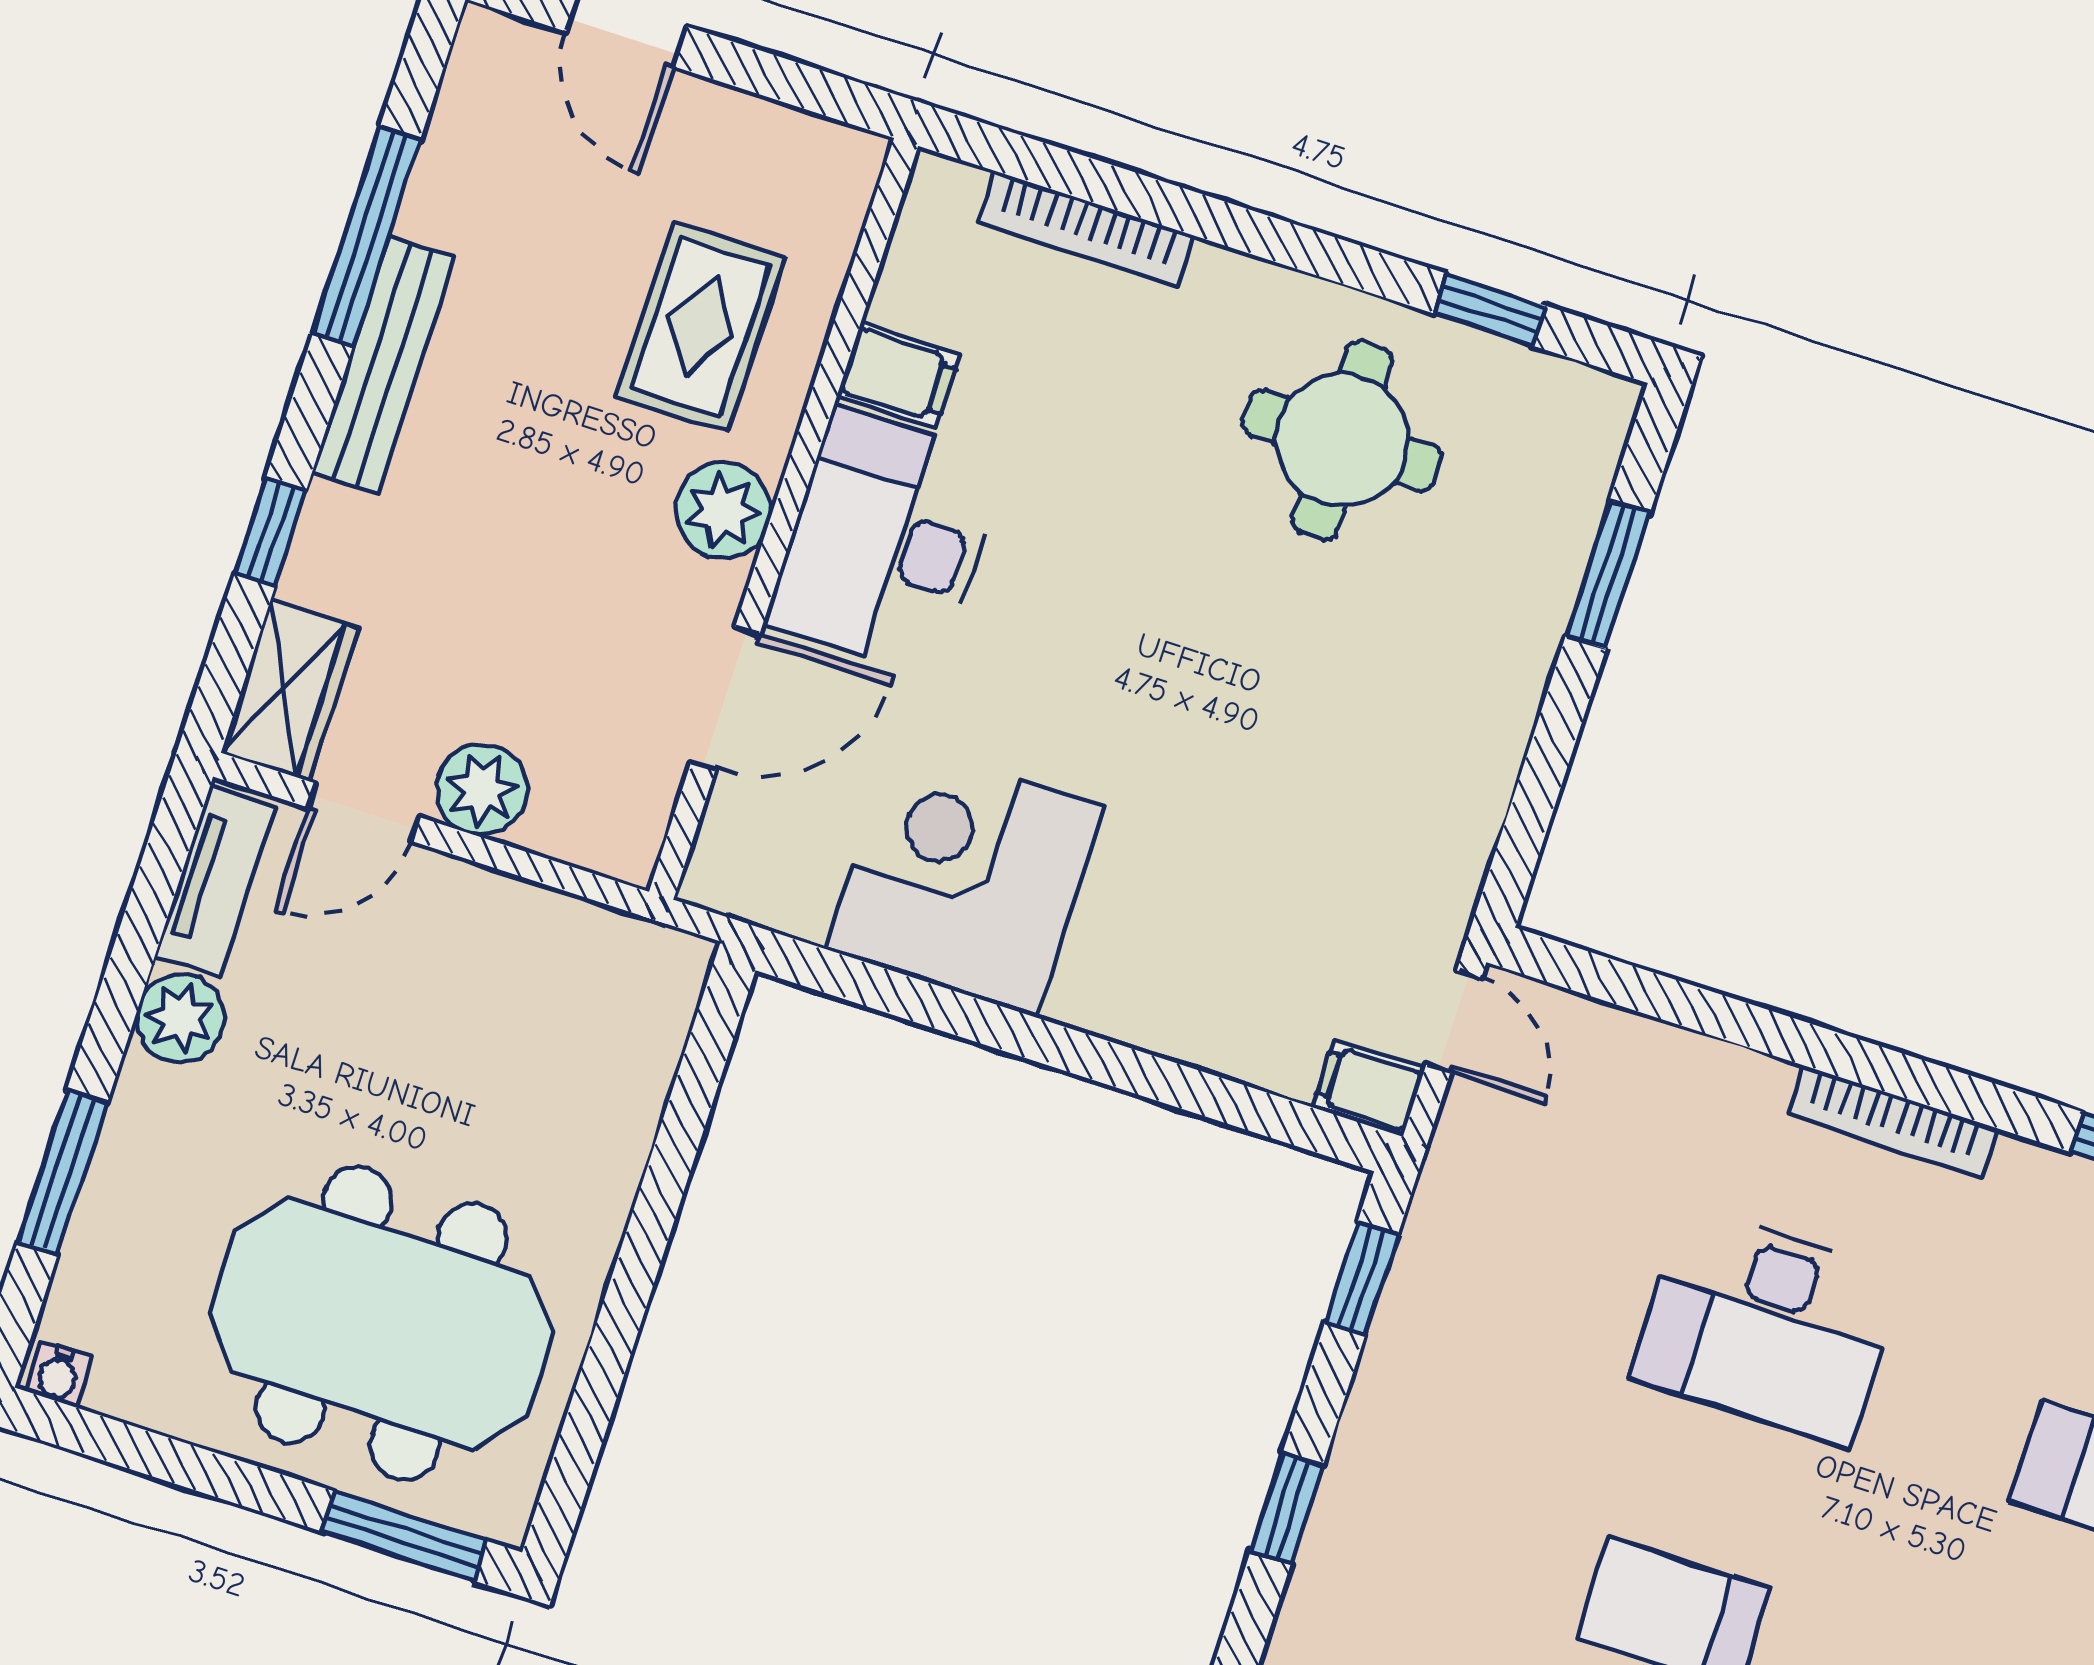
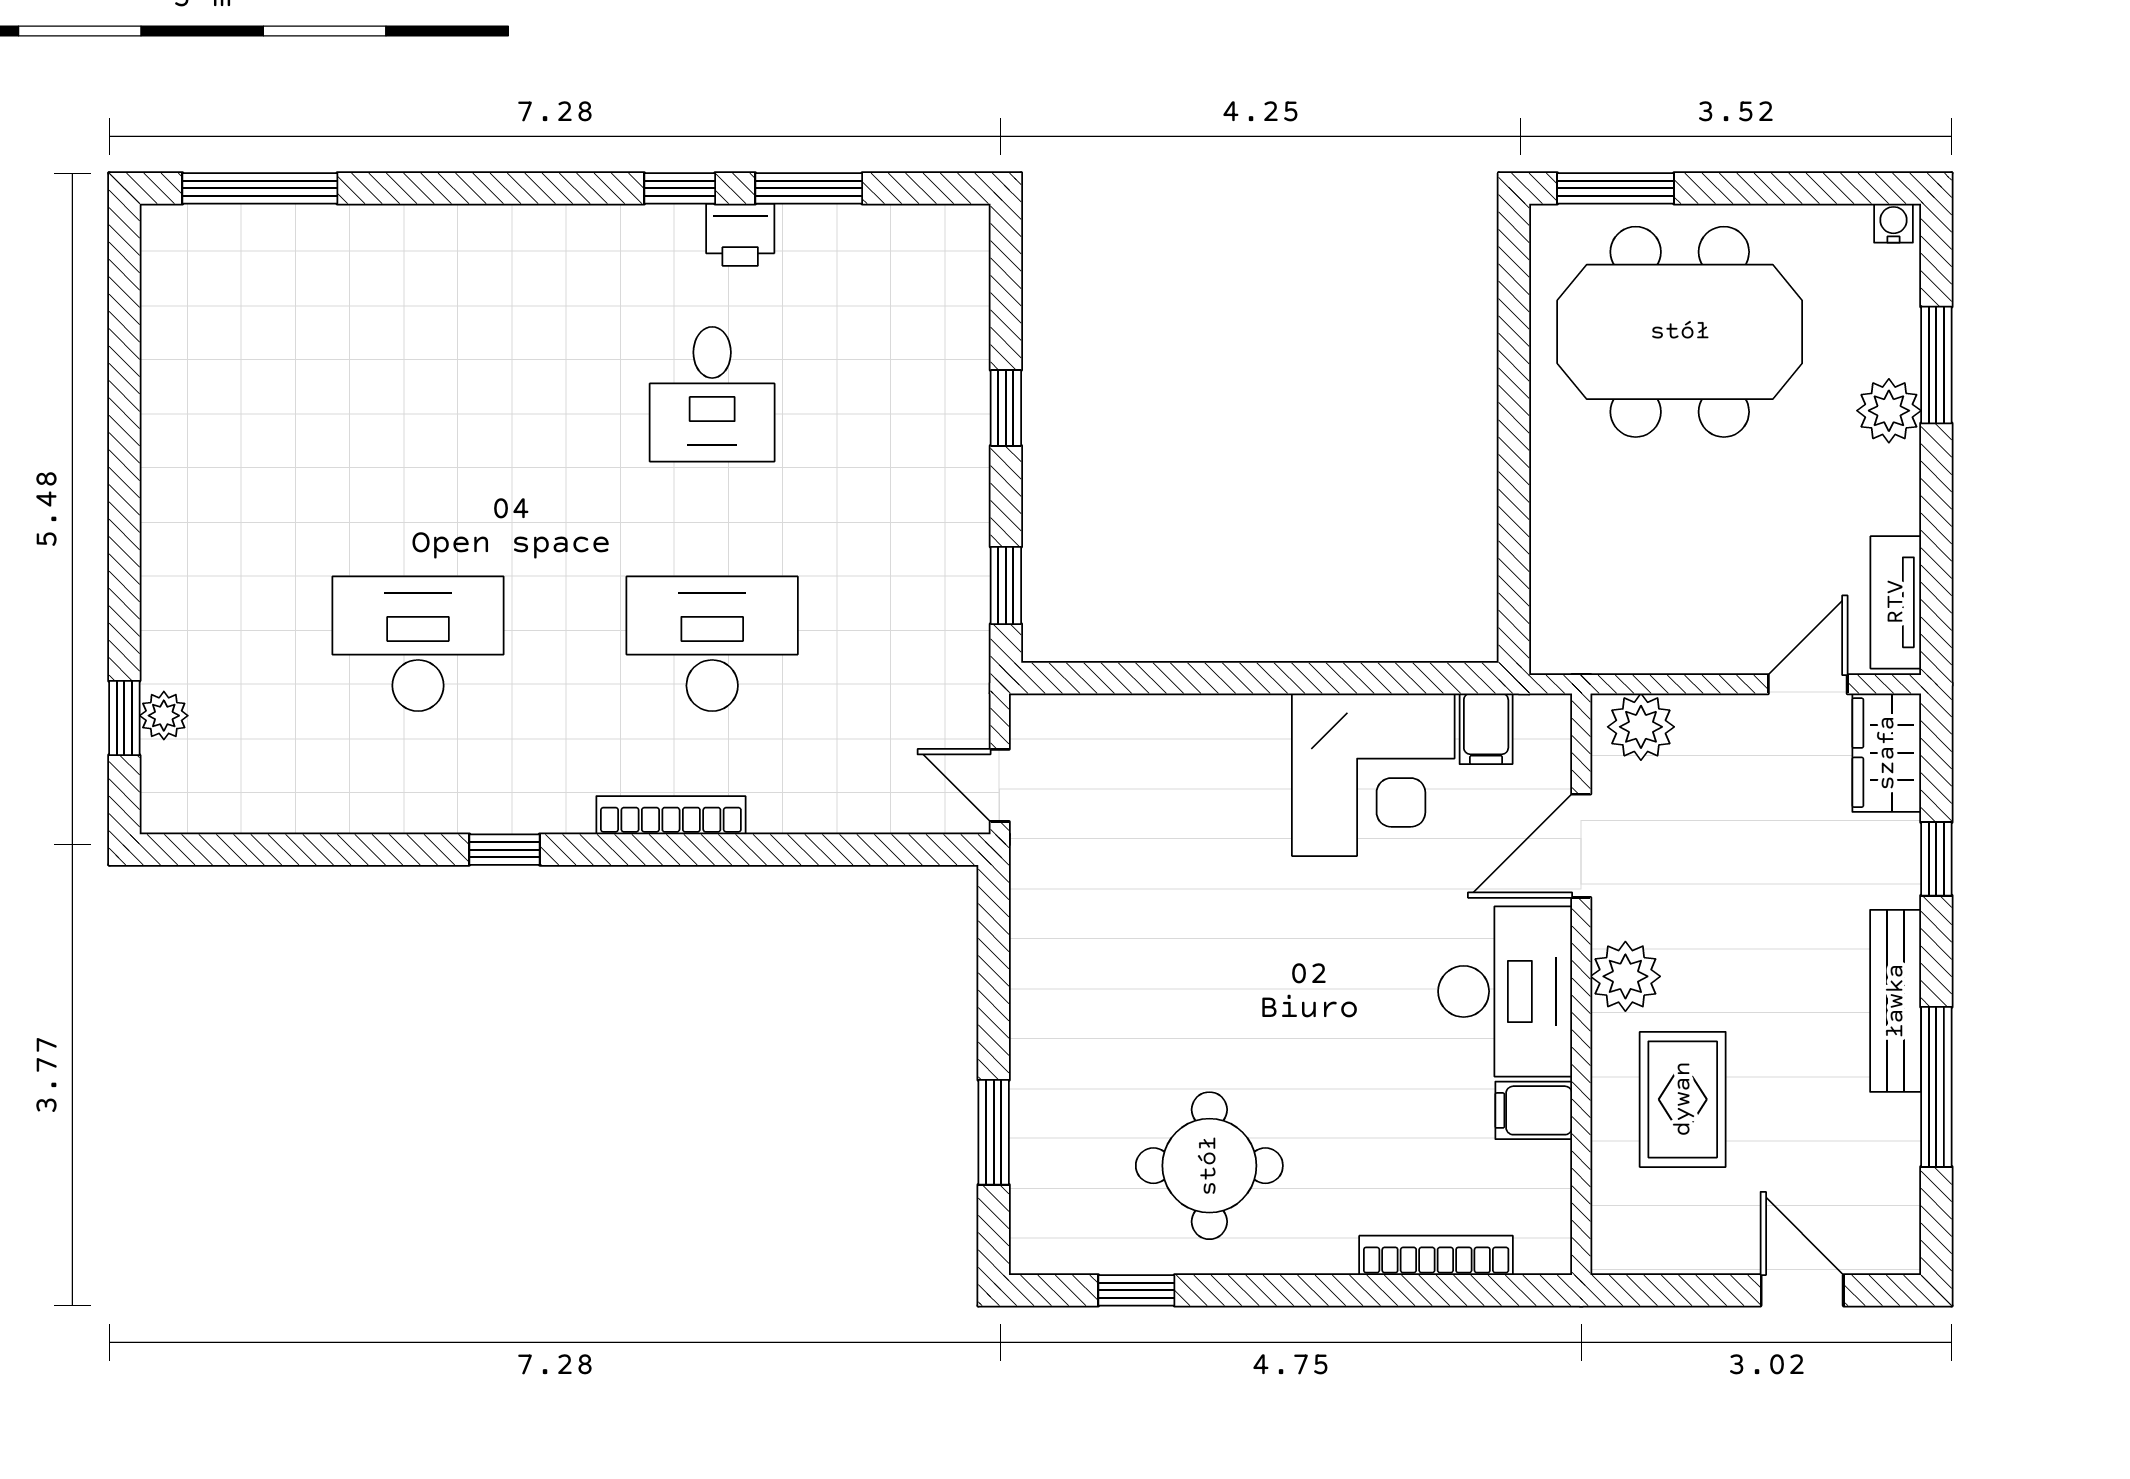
plant: (482, 790) -> (1641, 727), moved
plant: (180, 1018) -> (1889, 411), moved
filing cabinet: (1368, 1088) -> (1486, 729), moved, turned 90

